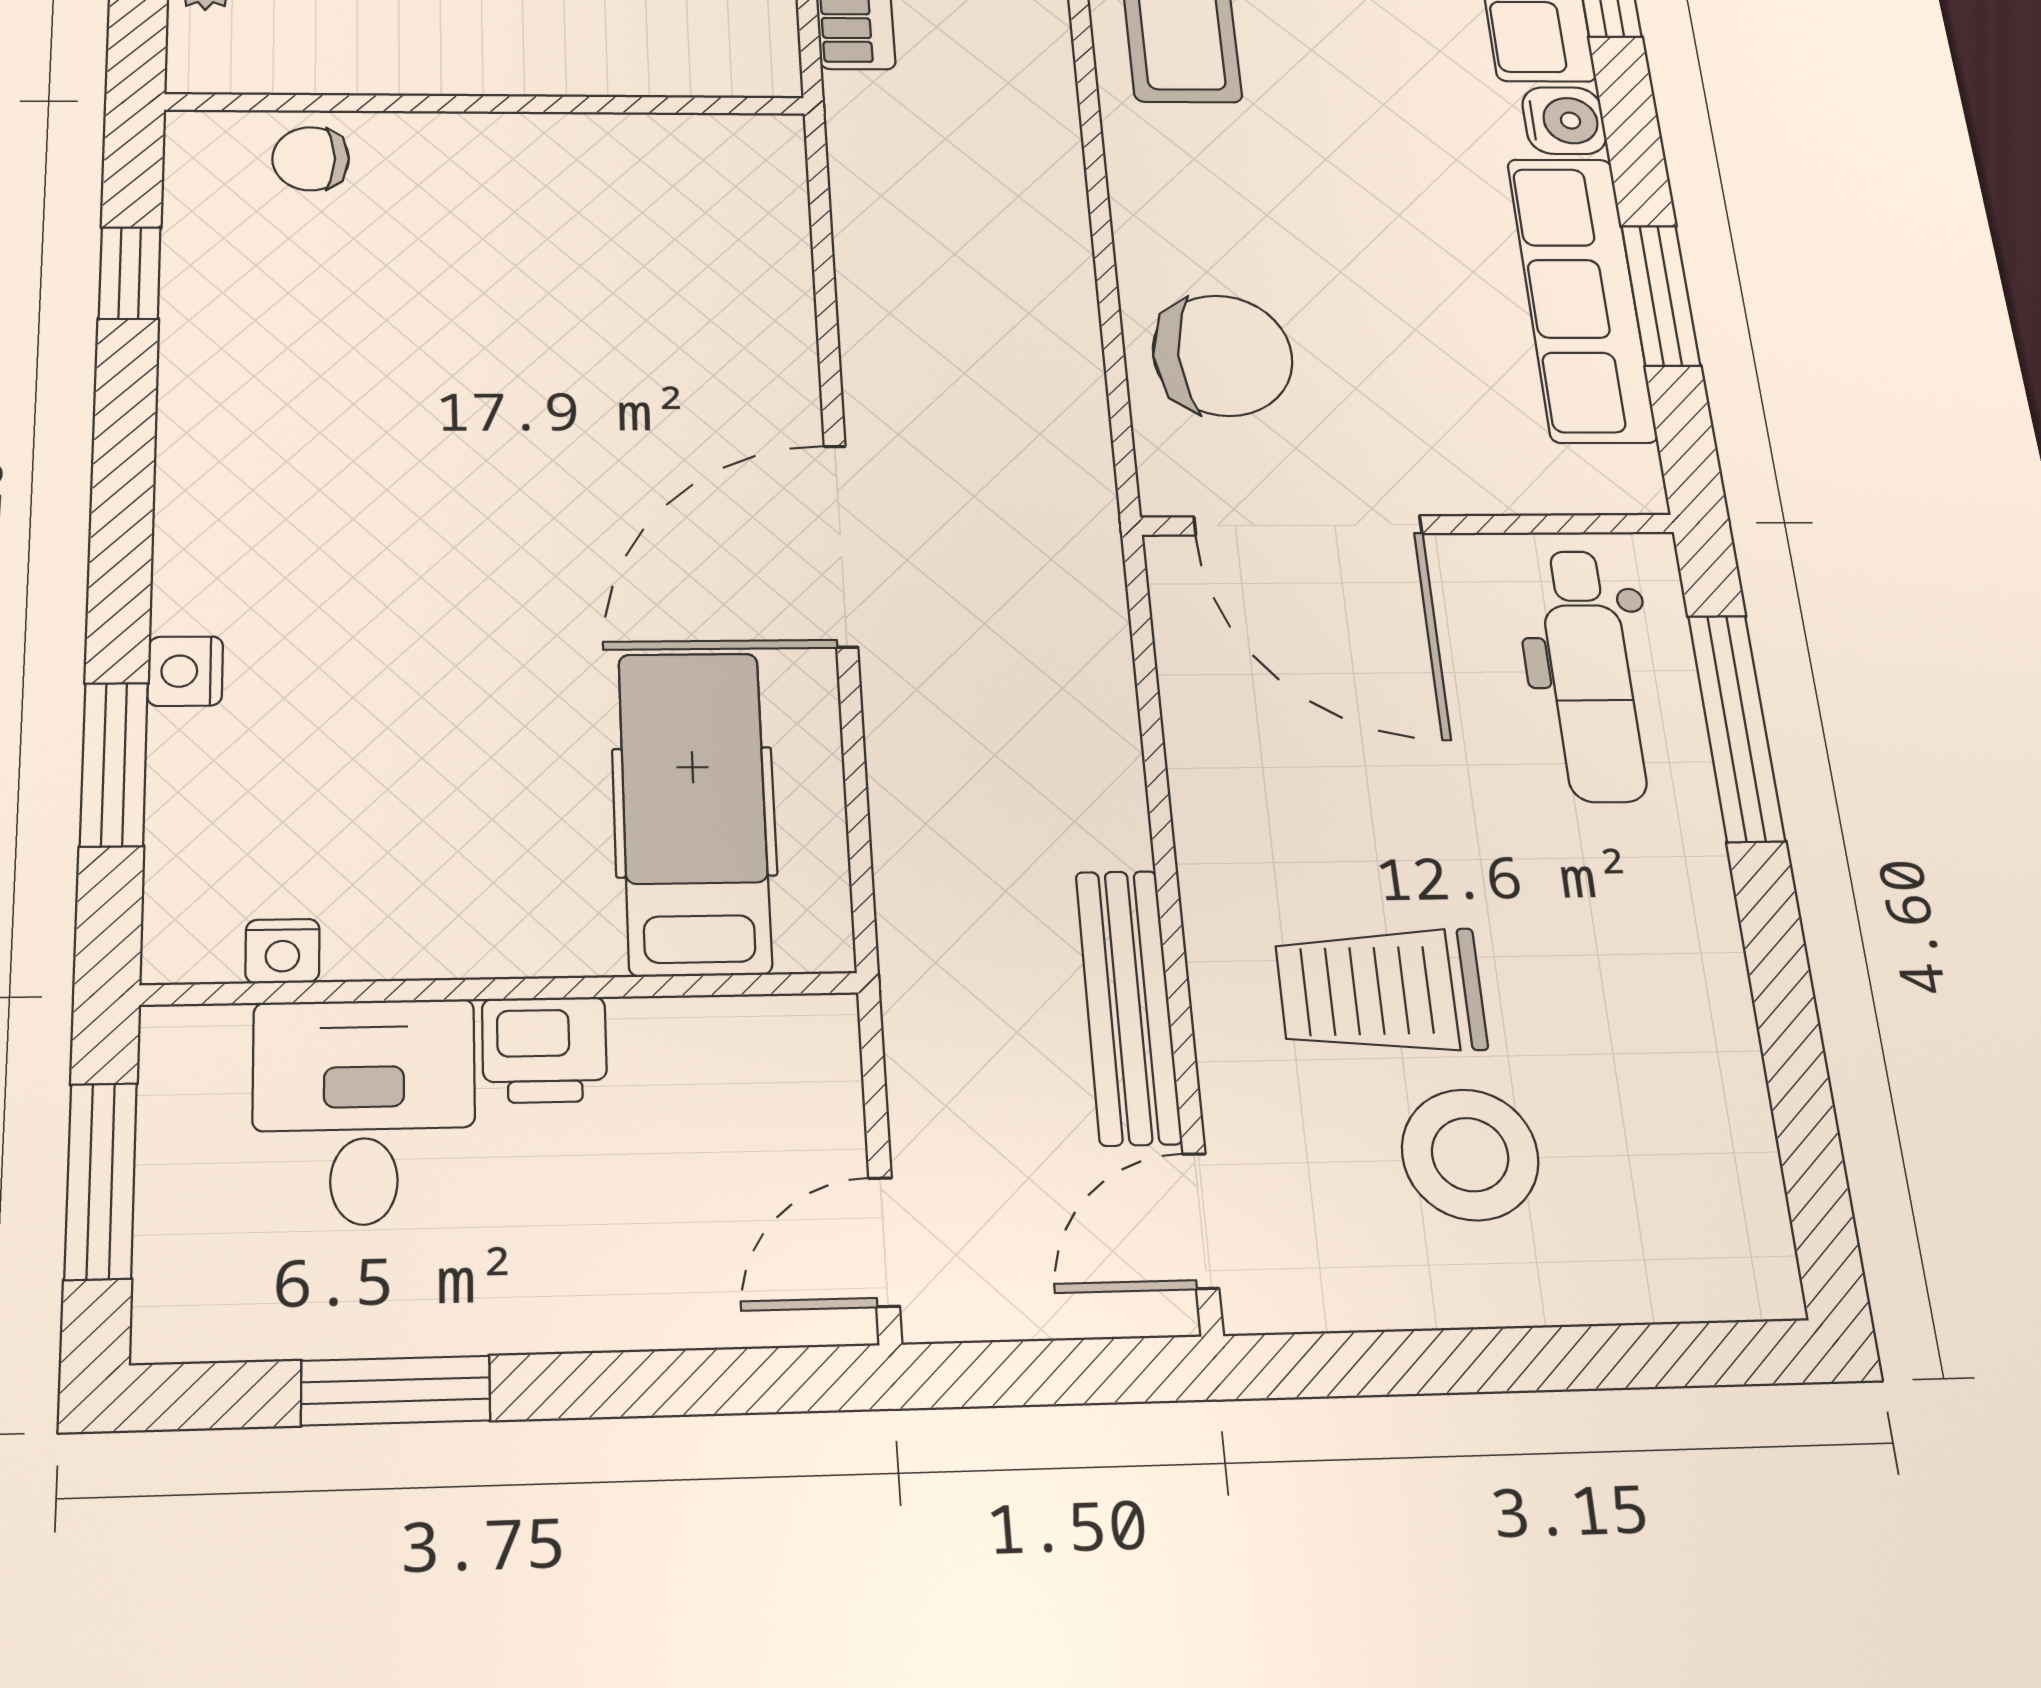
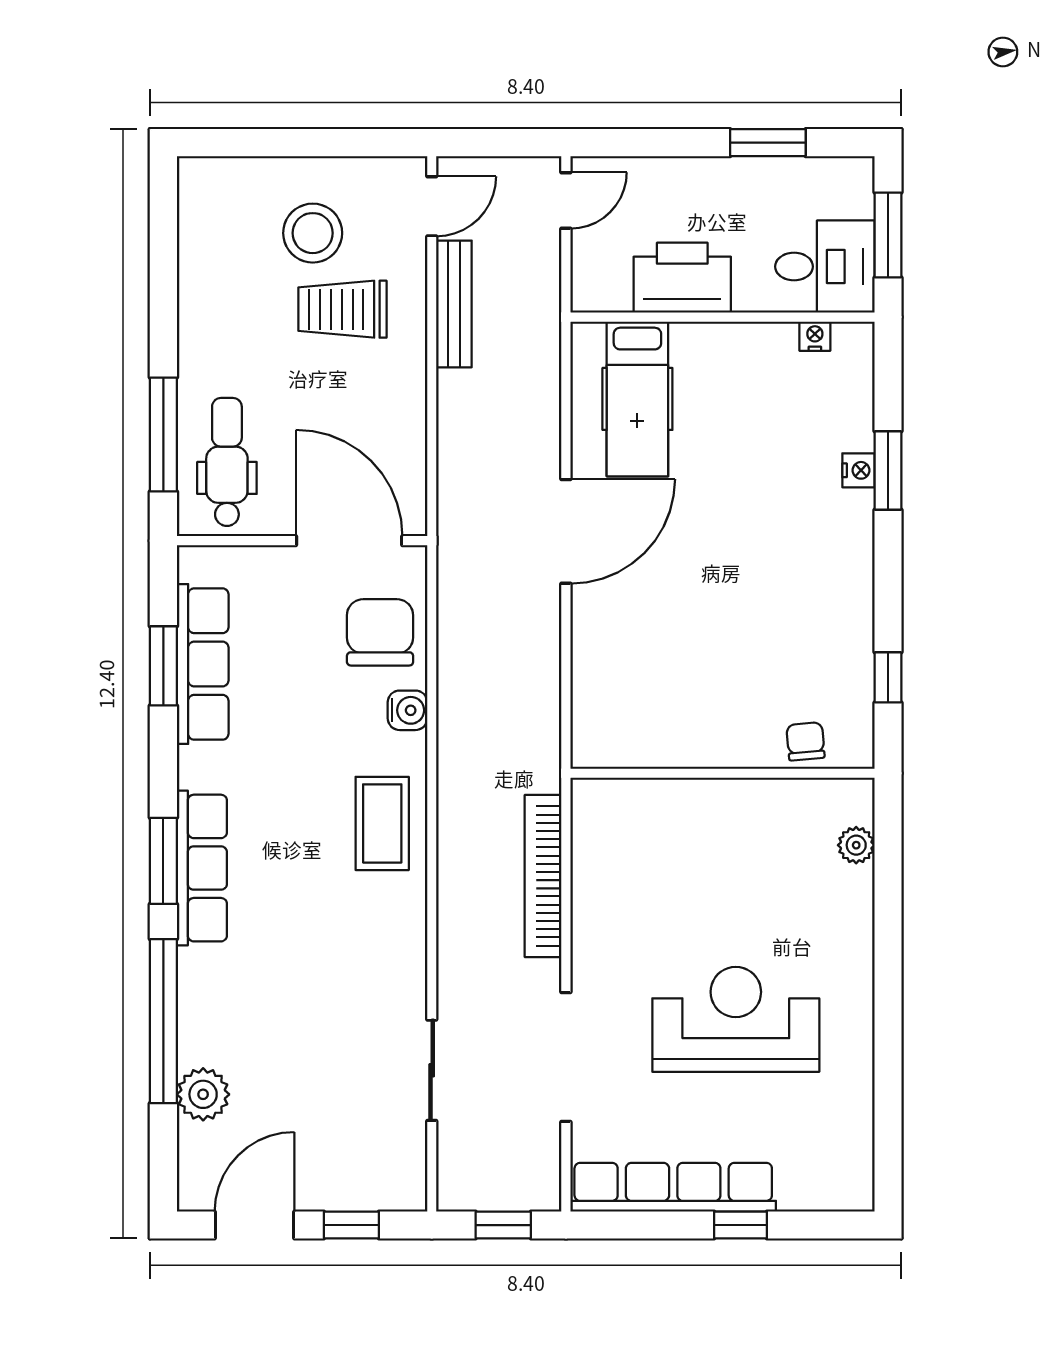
water cooler: (1564, 121) -> (408, 710), moved, turned 180
chair: (311, 159) -> (806, 741), turned -95
chair: (1223, 355) -> (380, 632), turned 90
window: (114, 764) -> (888, 470), moved
trolley: (1381, 991) -> (342, 309), turned 180
printer: (544, 1050) -> (682, 278), width x1.87, depth x1.48
desk: (364, 1111) -> (825, 267), moved, turned -90

